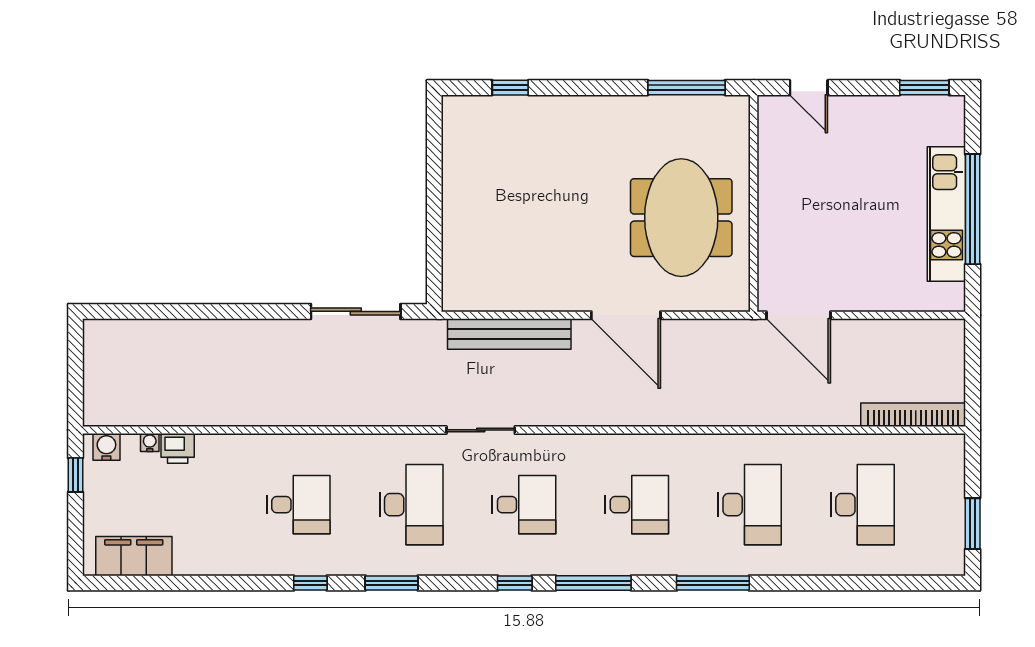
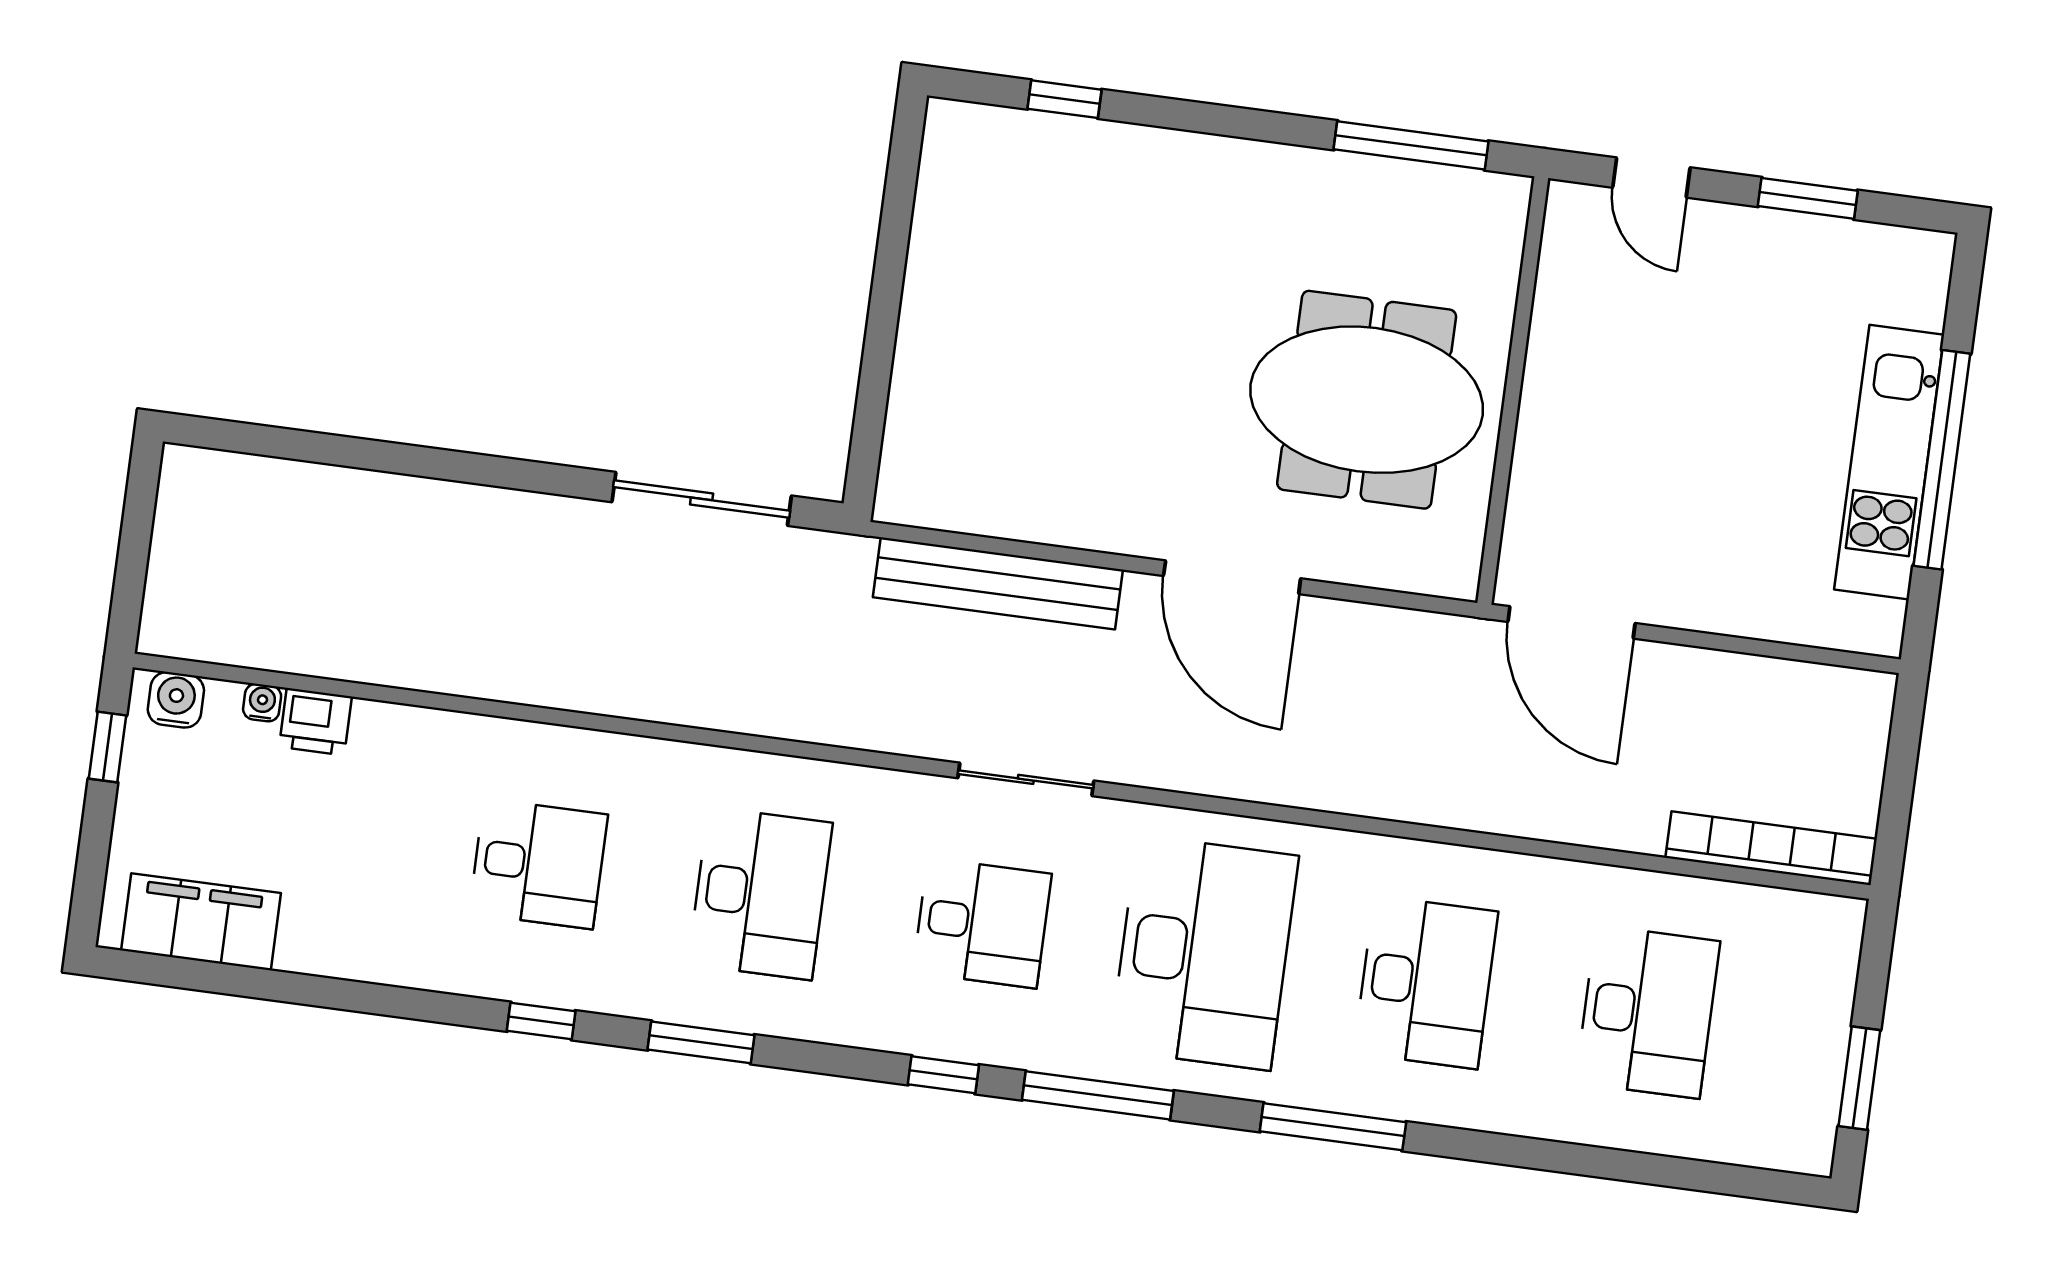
window: (924, 88) -> (1808, 198), moved
meeting table: (681, 218) -> (1367, 400), turned 90
sliding door: (481, 430) -> (1026, 779), moved
desk: (637, 505) -> (1204, 953), width x1.87, depth x1.30

